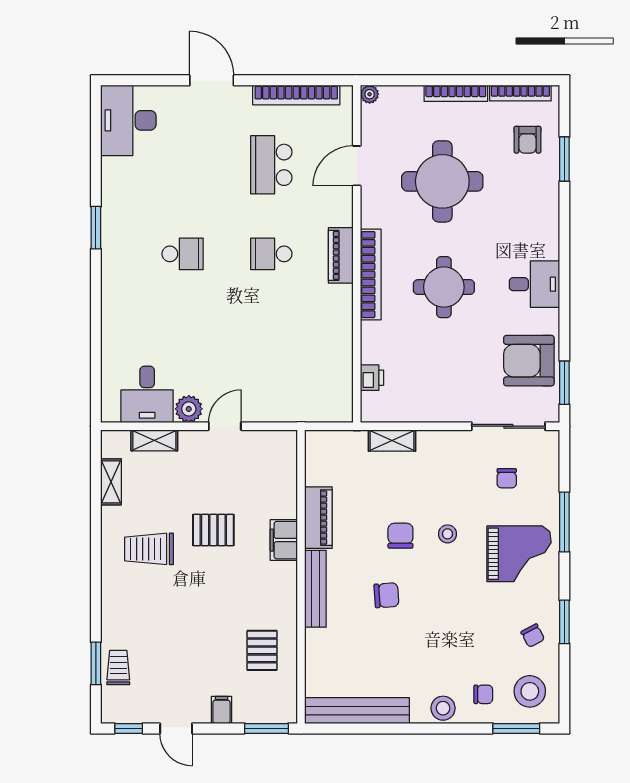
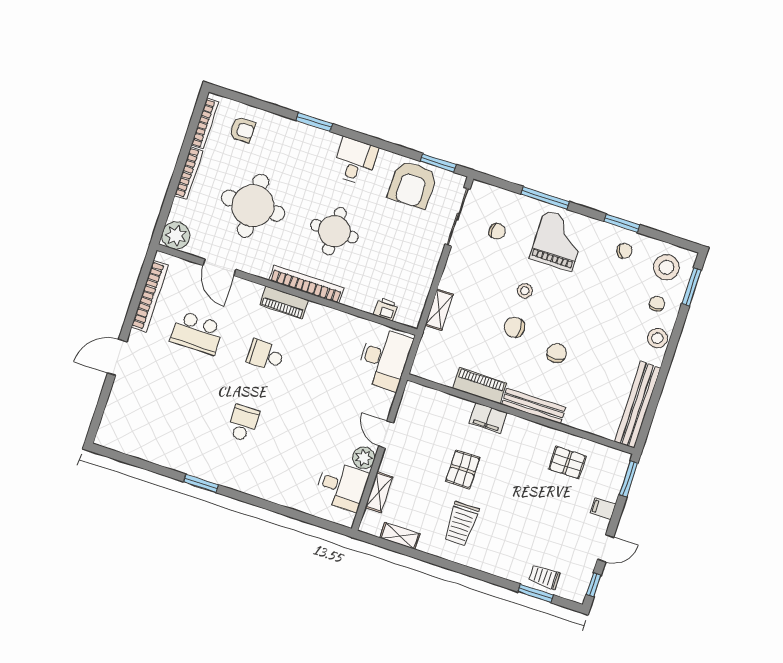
plant: (370, 94) -> (176, 235), width x1.88, depth x1.88
desk: (128, 120) -> (384, 359), moved, turned -90
window: (564, 159) -> (314, 122), moved
school desk: (271, 254) -> (265, 355), turned 90

